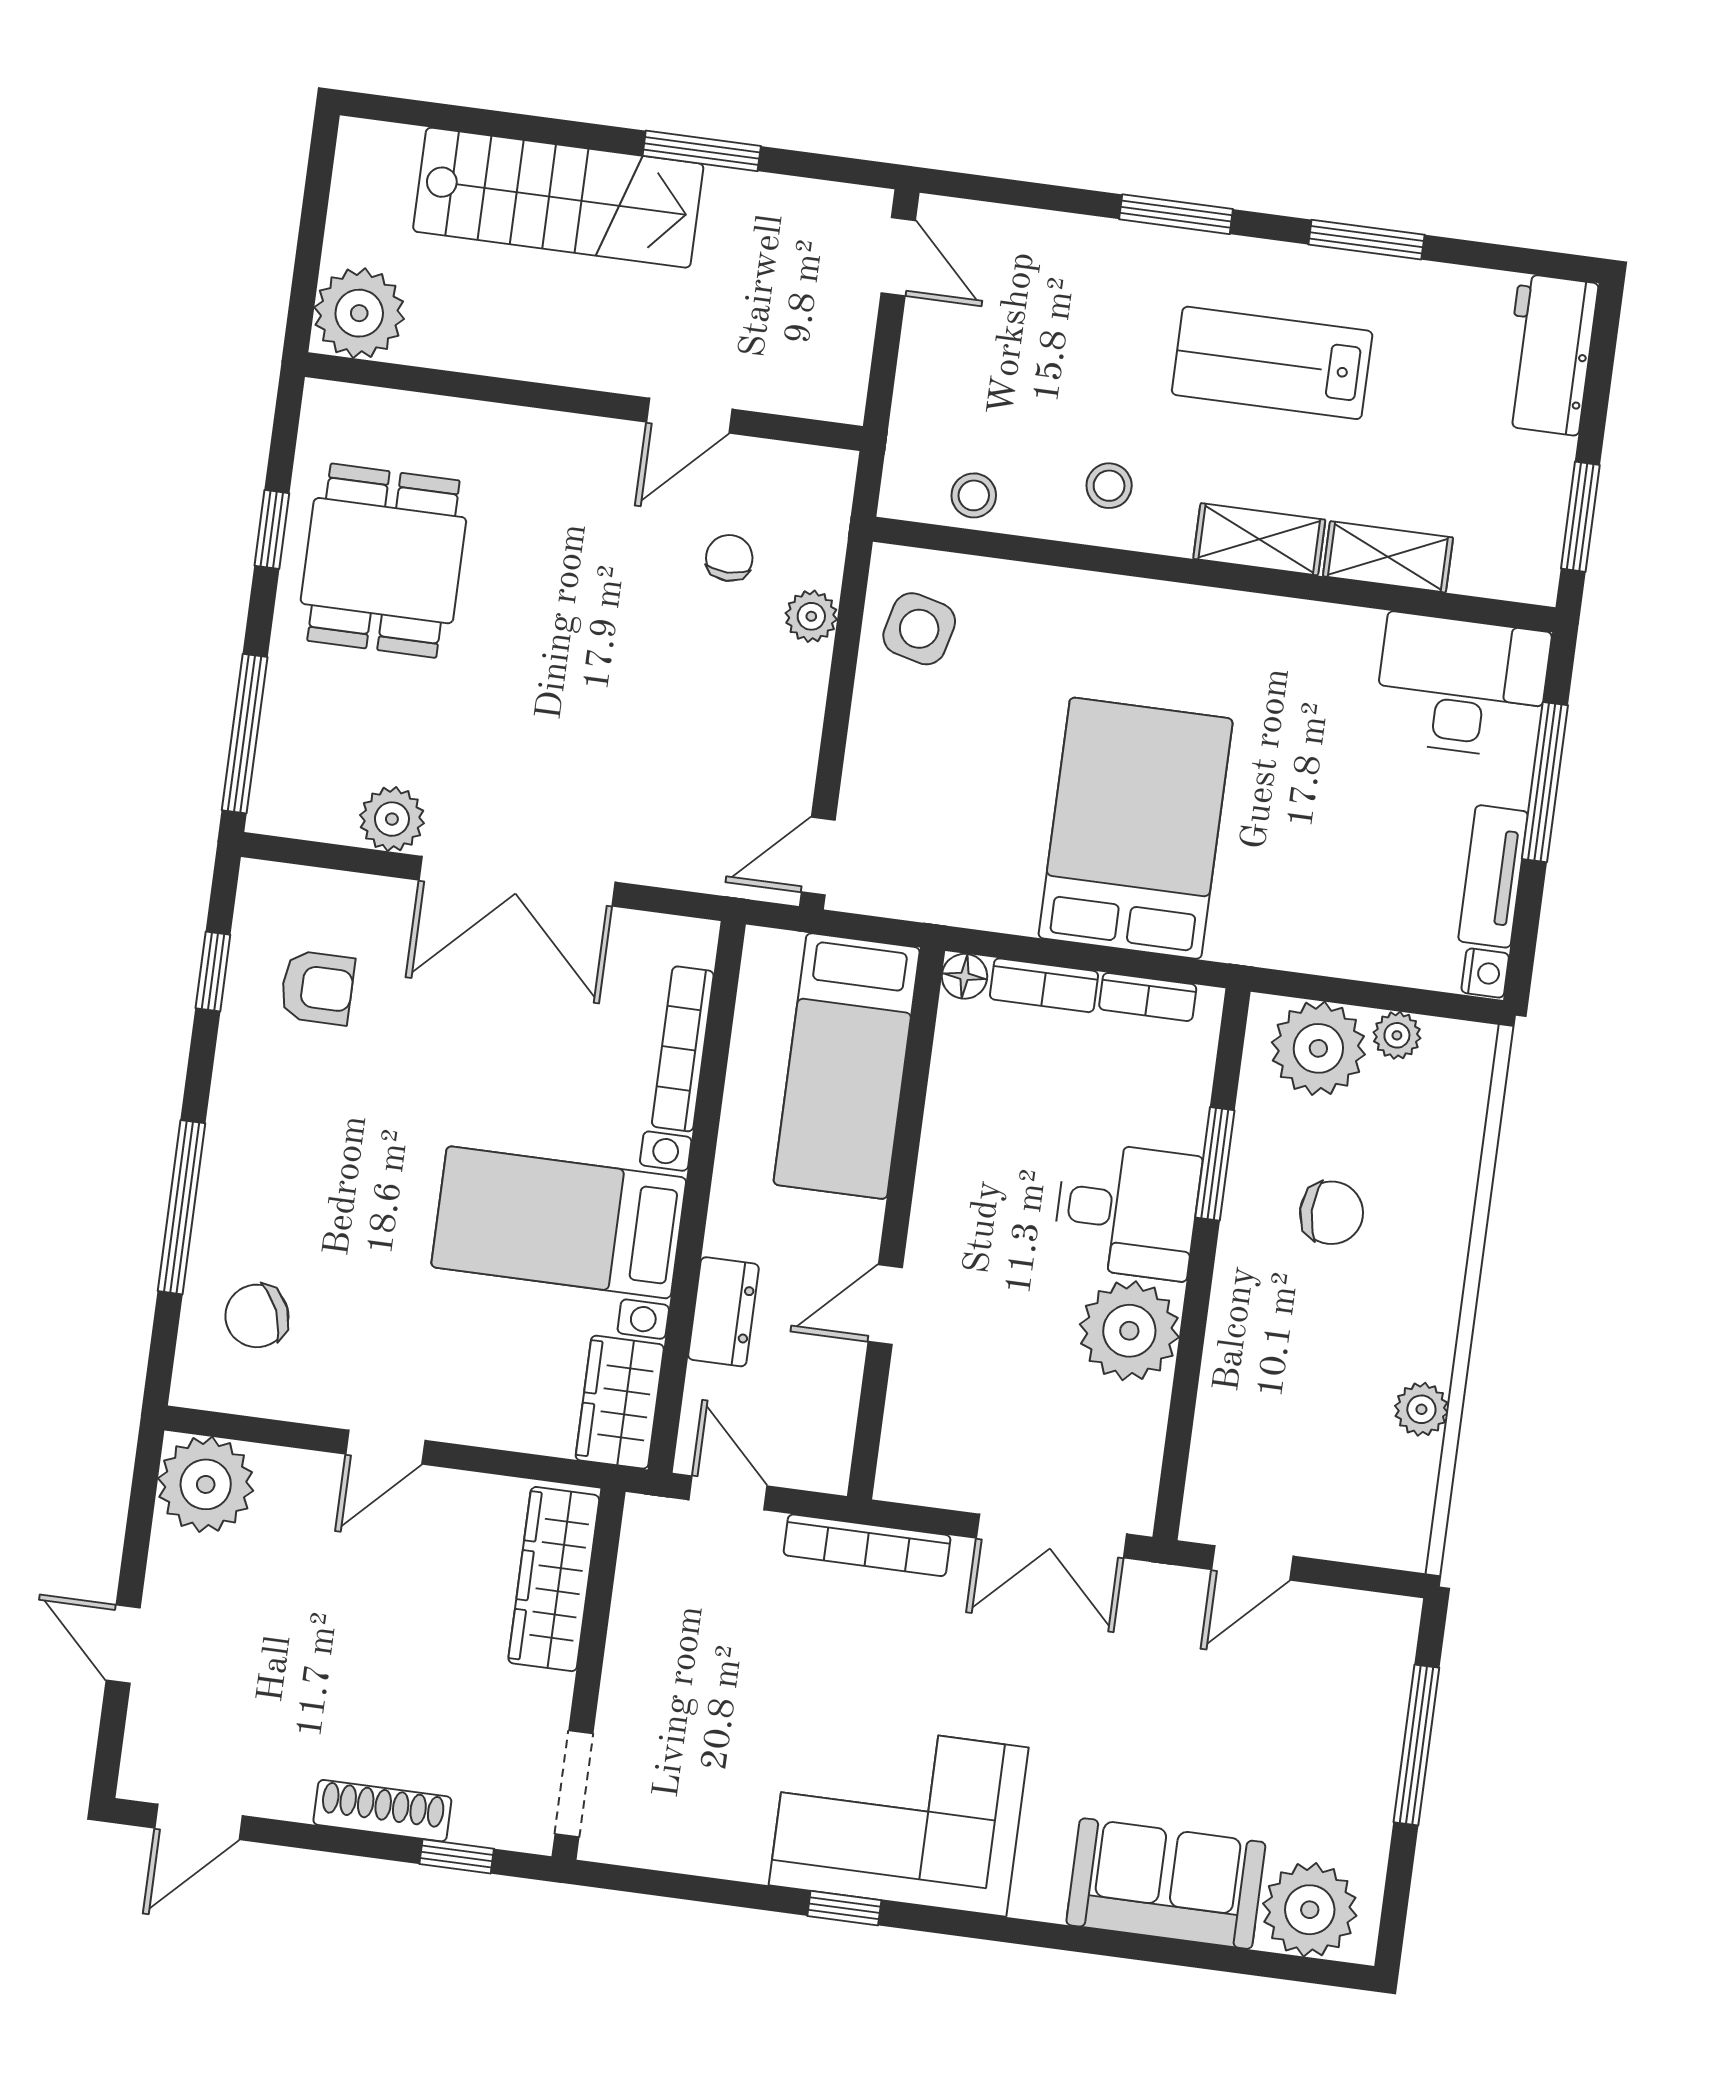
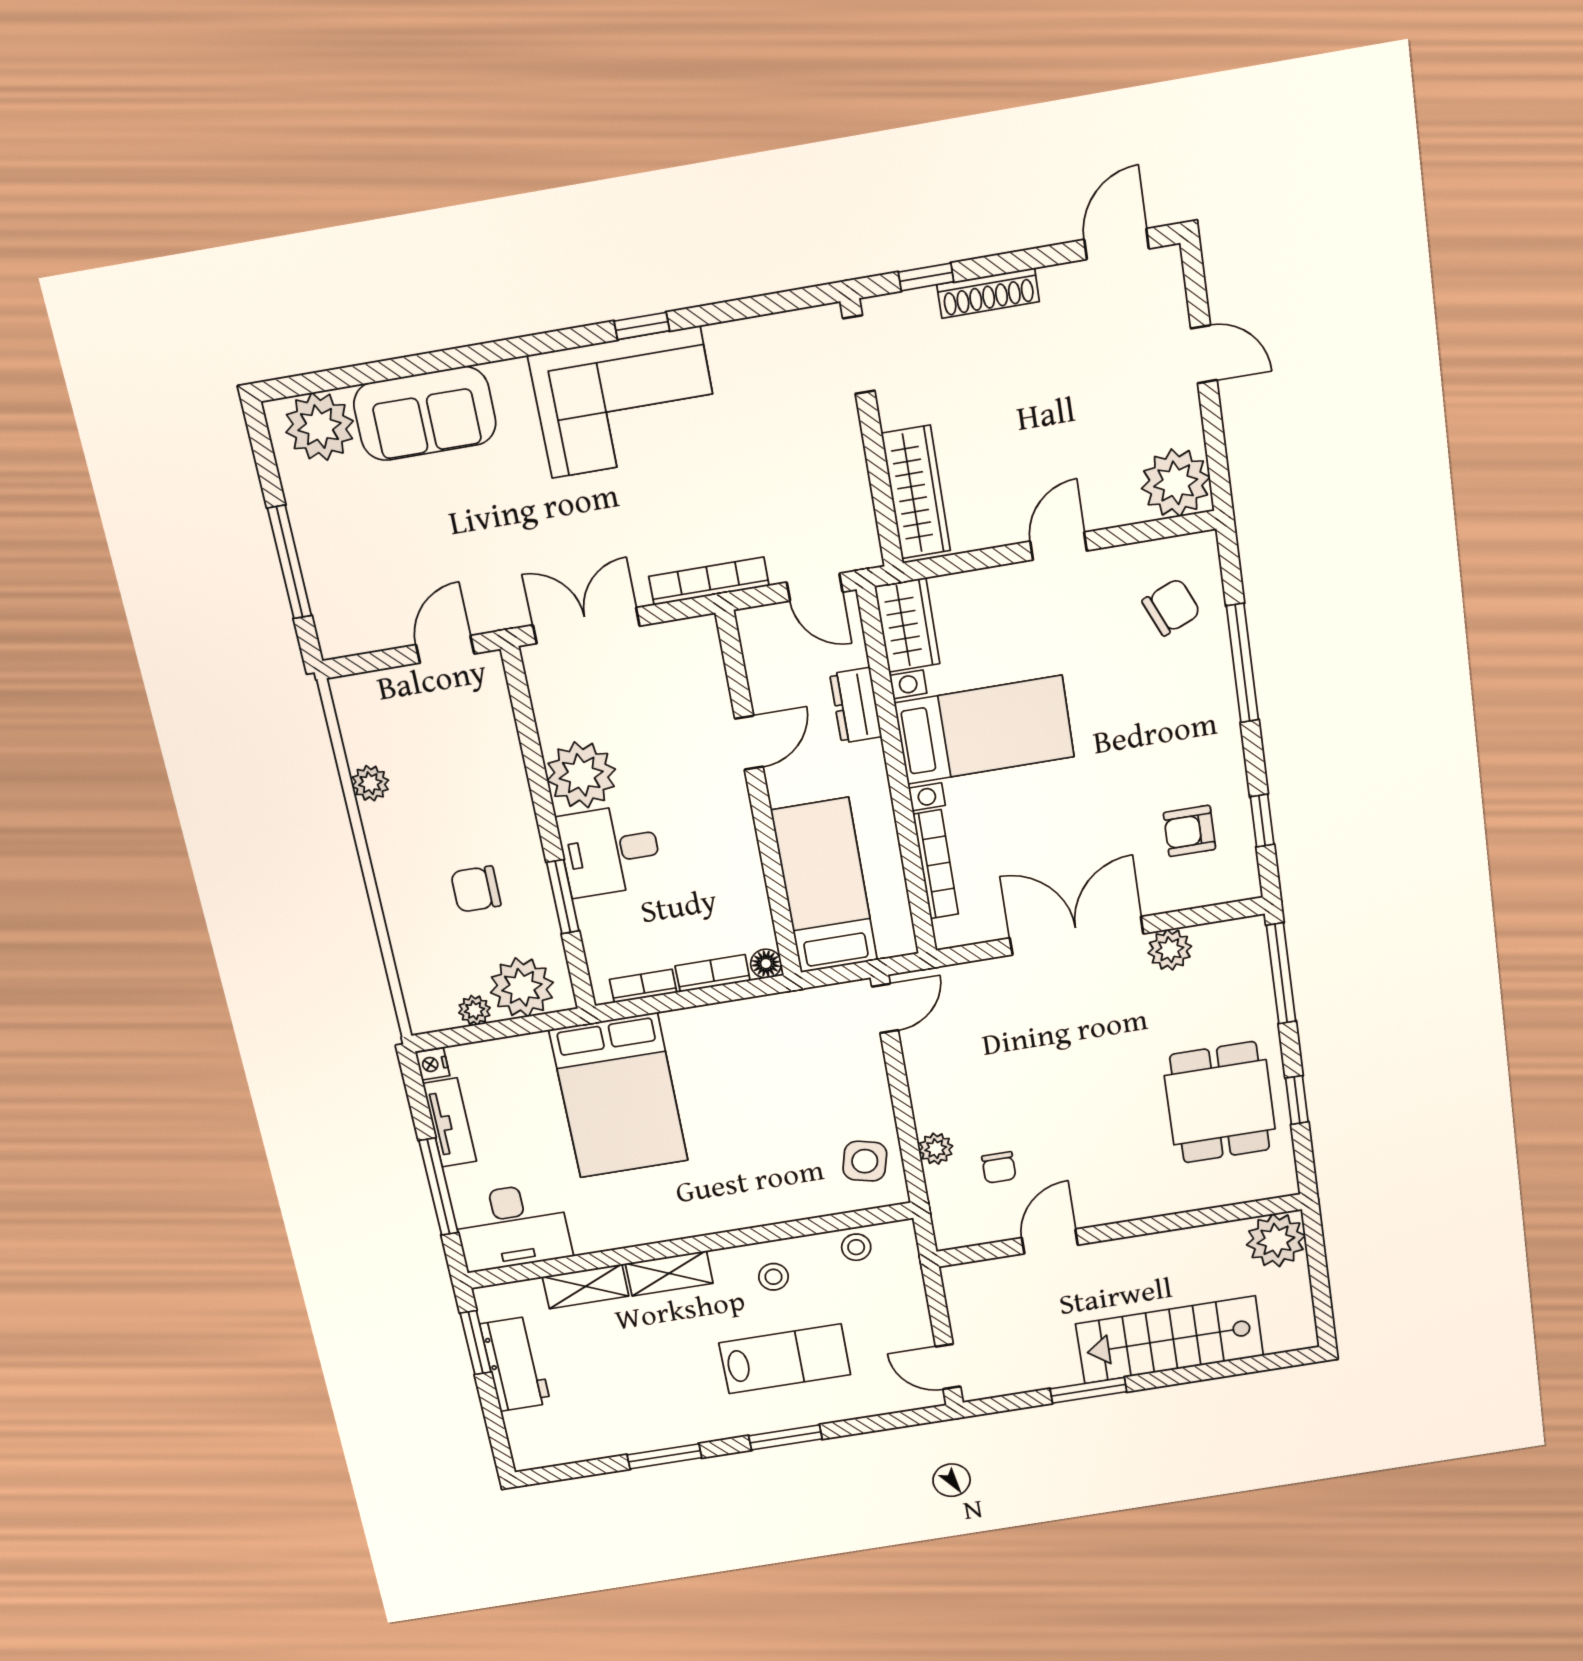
workbench: (1549, 354) -> (515, 1364), moved
lab bench: (1272, 363) -> (785, 1359), moved
bed: (1136, 828) -> (619, 1096), moved

